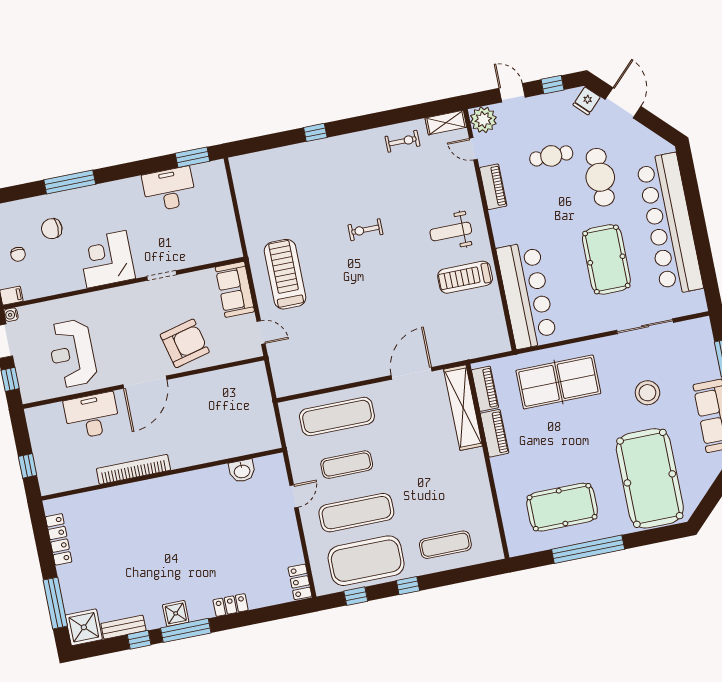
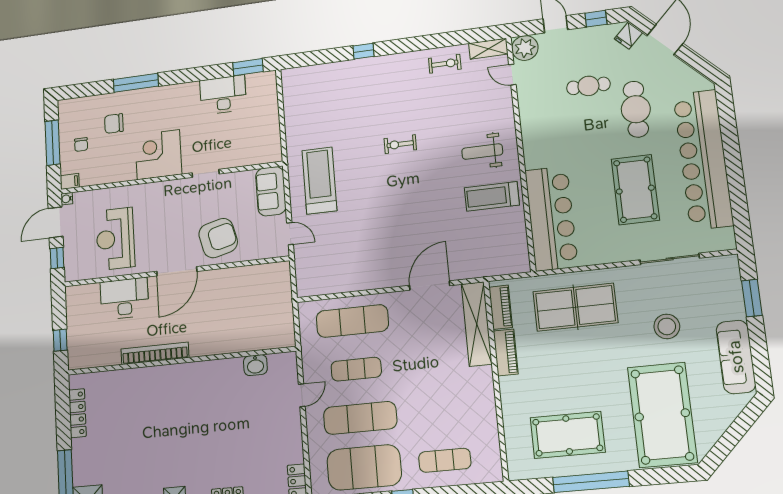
piano: (493, 187) -> (528, 112), removed

